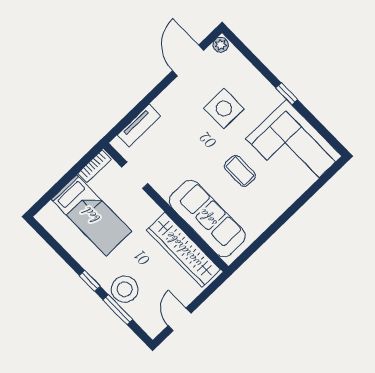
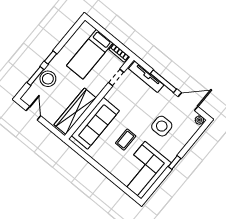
window: (150, 98) -> (163, 81), added
tv unit: (139, 125) -> (146, 77), width x1.41
door: (179, 319) -> (33, 113), hinge flipped

